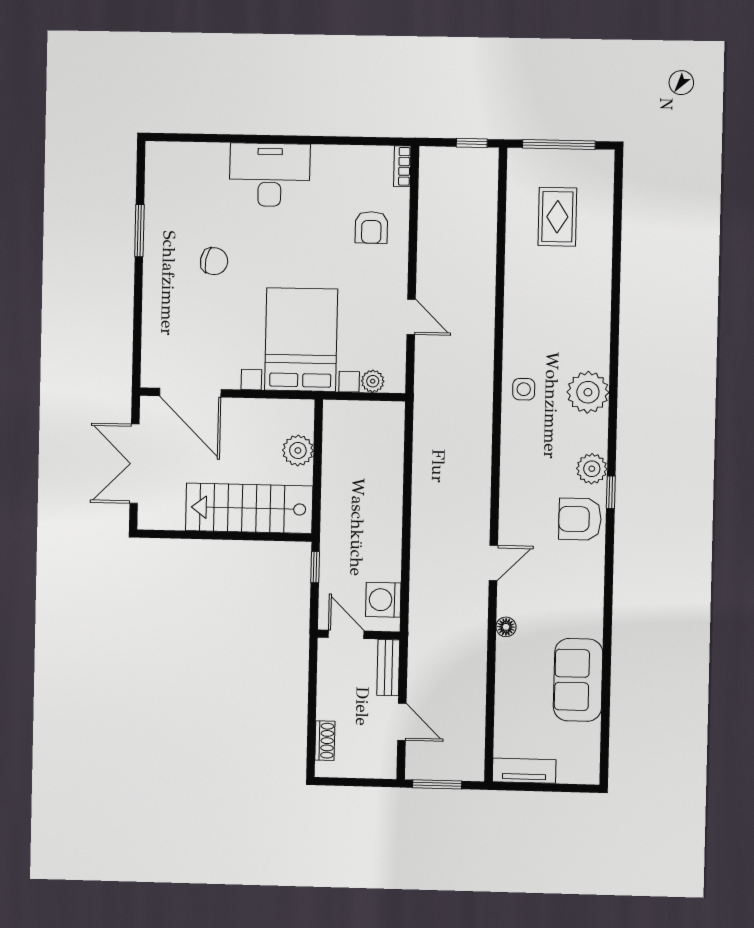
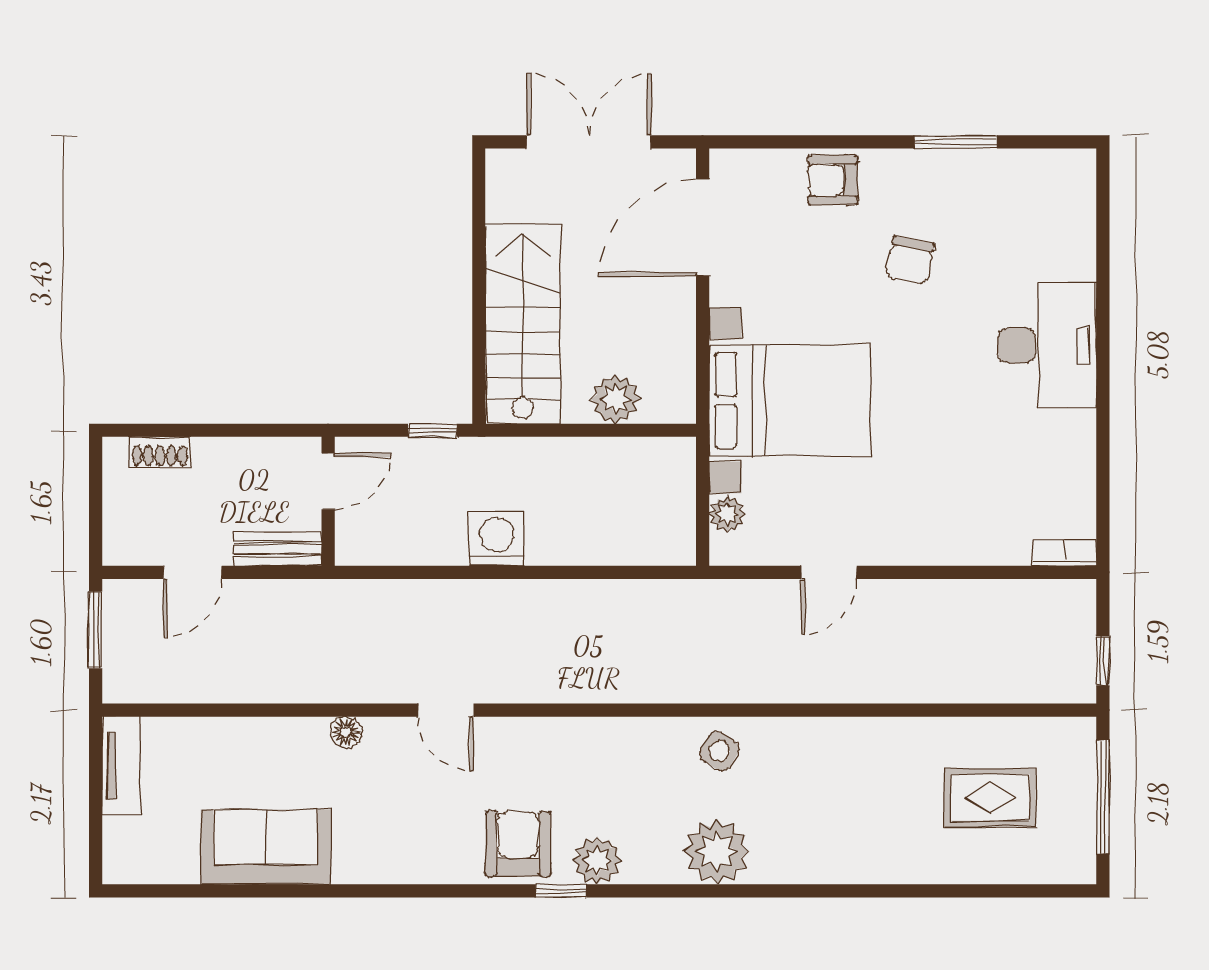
armchair: (371, 227) -> (833, 180), moved
side table: (524, 389) -> (719, 751), turned 31
washing machine: (383, 600) -> (497, 539), moved

